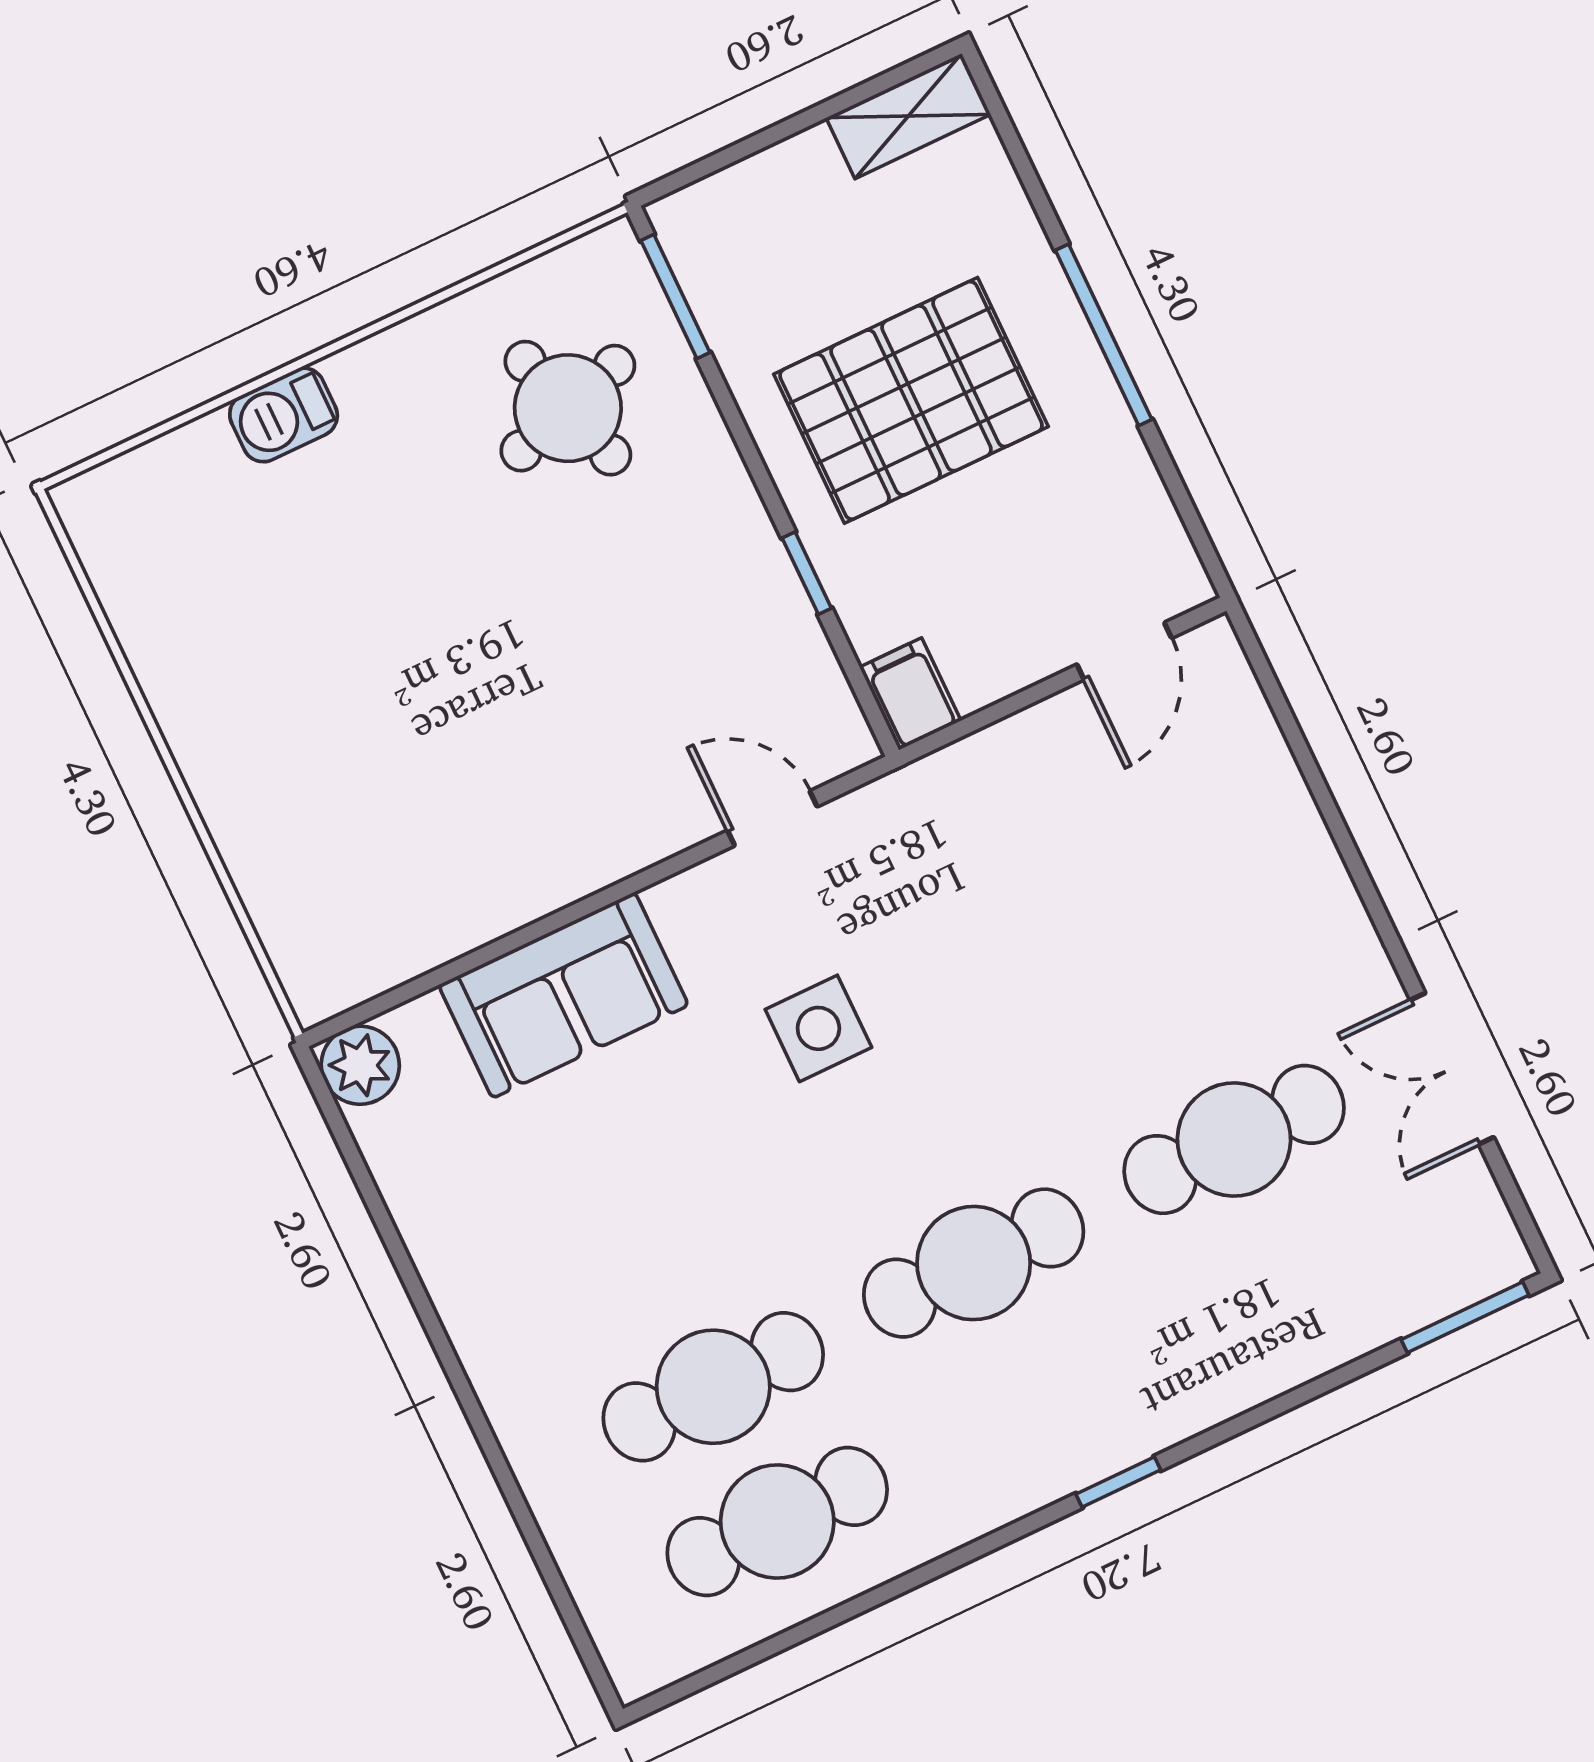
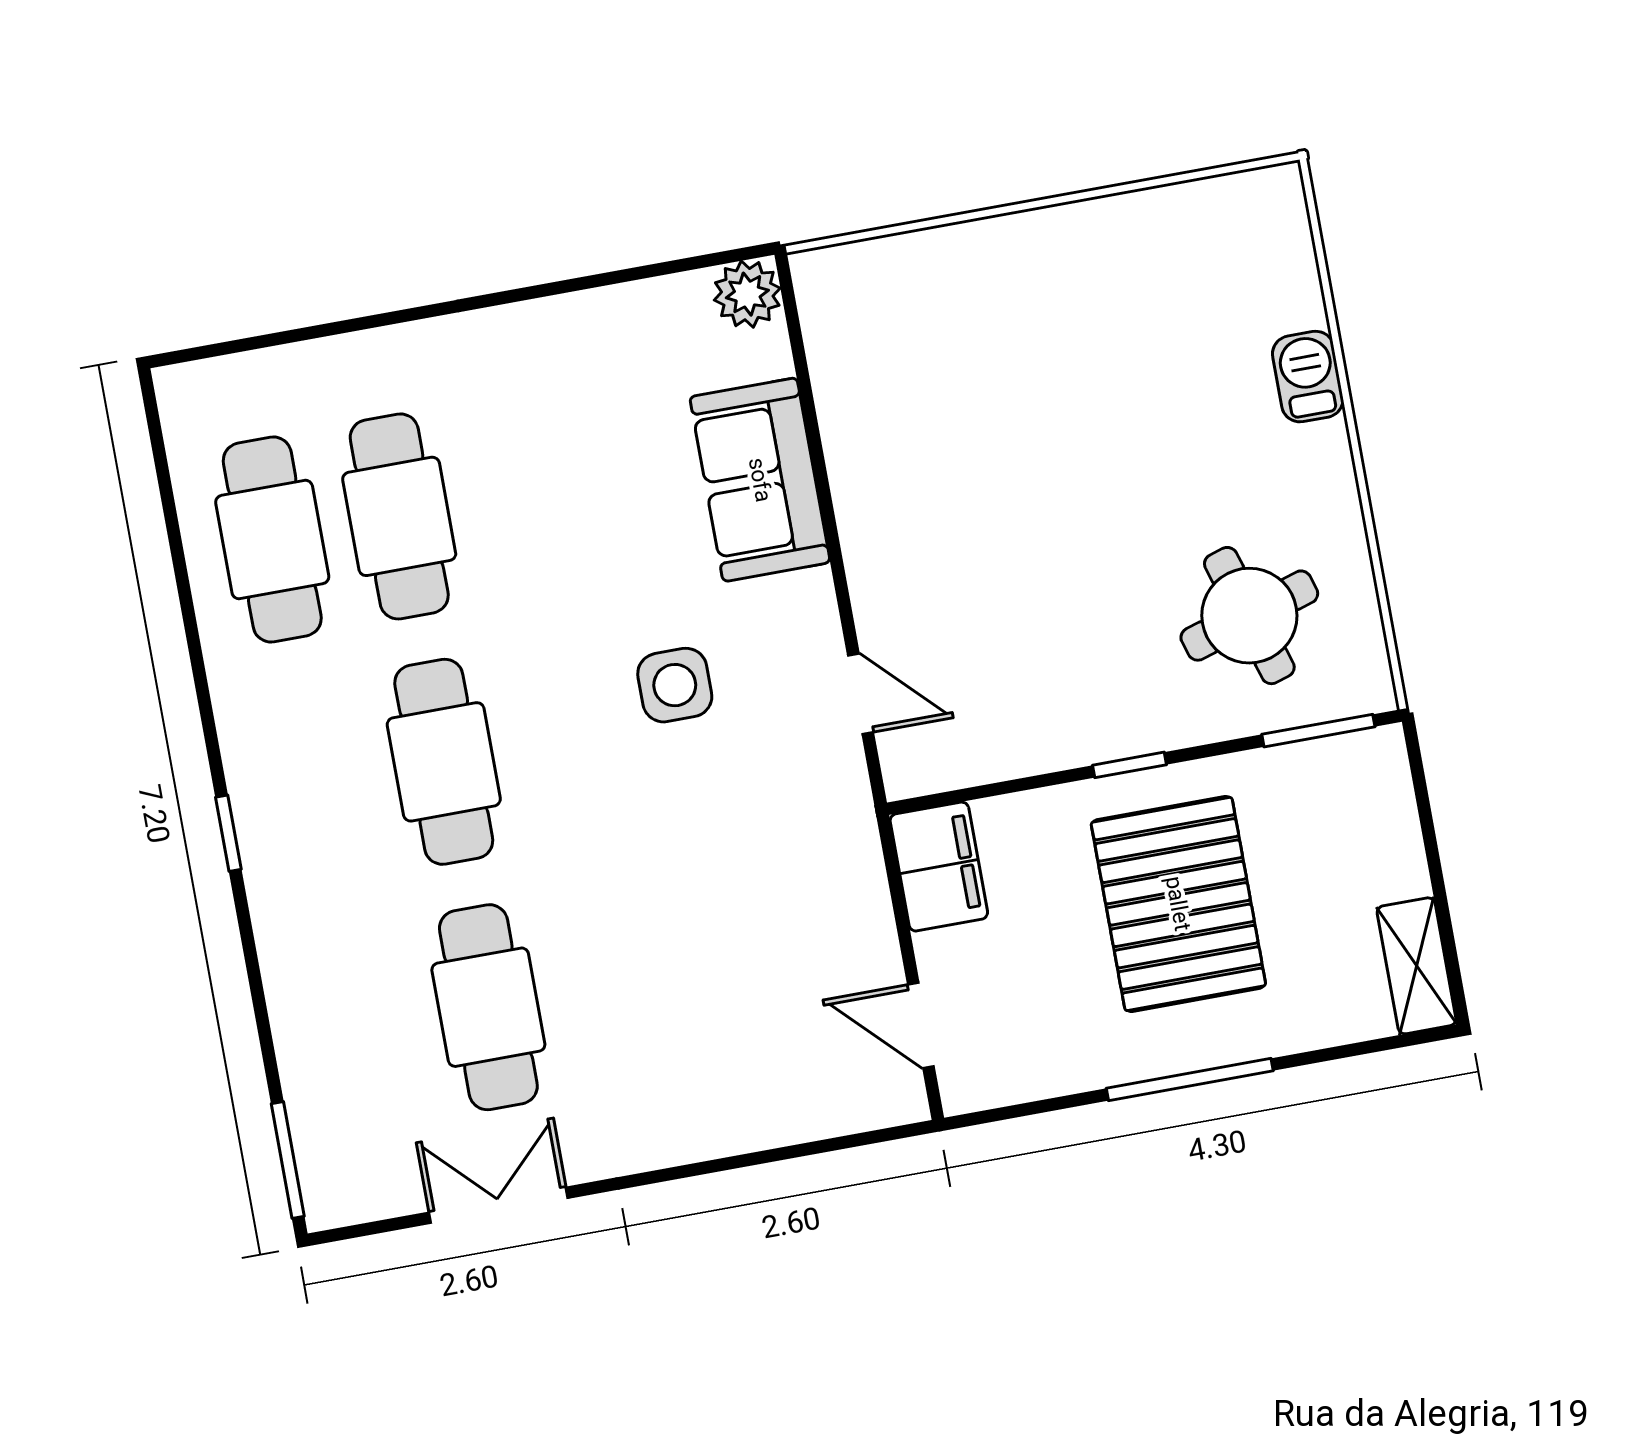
window: (807, 573) -> (1129, 765), moved
filing cabinet: (910, 694) -> (939, 867), width x2.00
door: (772, 818) -> (861, 694), hinge flipped

